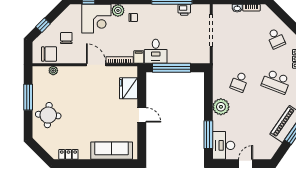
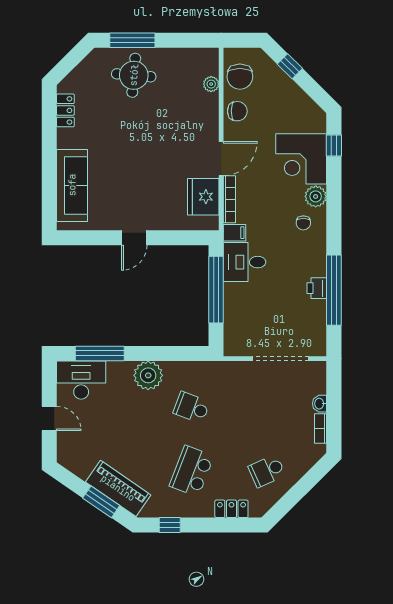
printer: (184, 10) -> (317, 288), moved
chair: (66, 38) -> (237, 111), moved
fridge: (128, 88) -> (203, 197), moved, turned -90
window: (28, 97) -> (132, 40), moved

